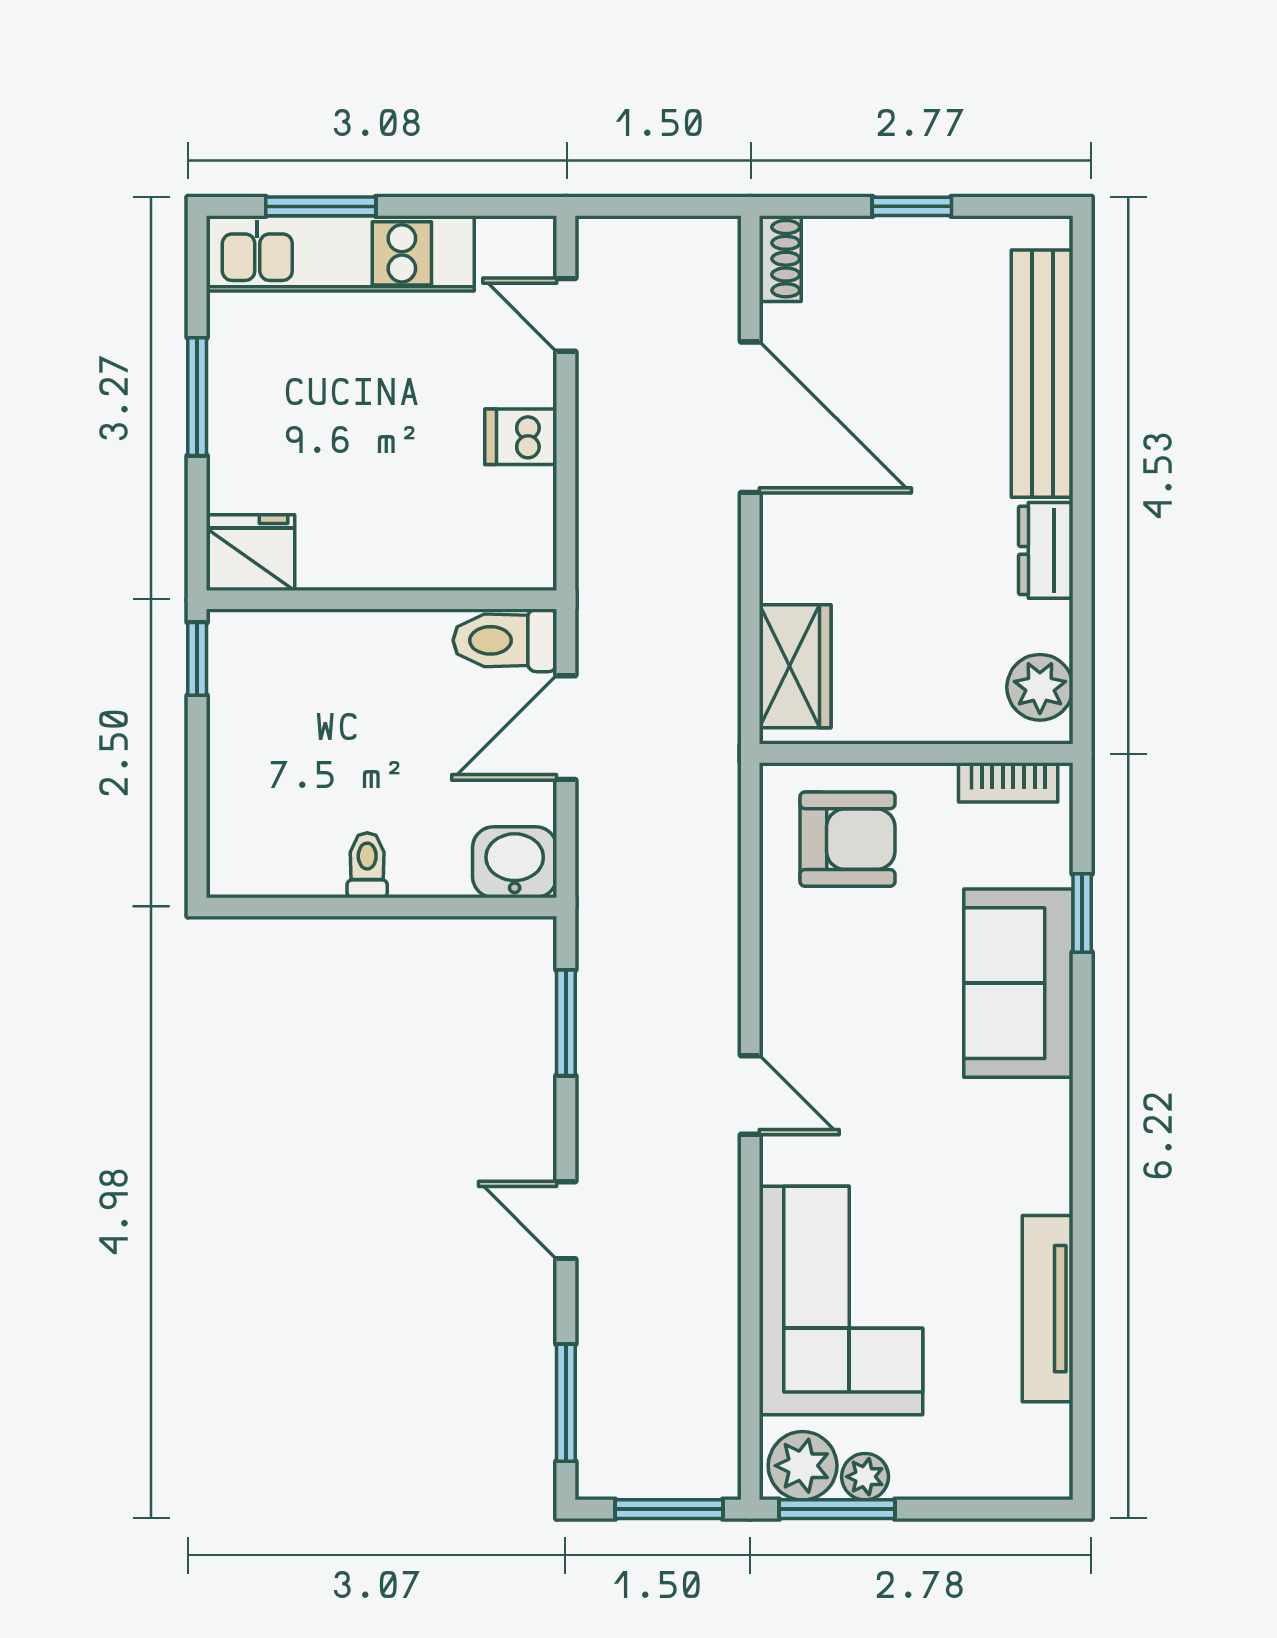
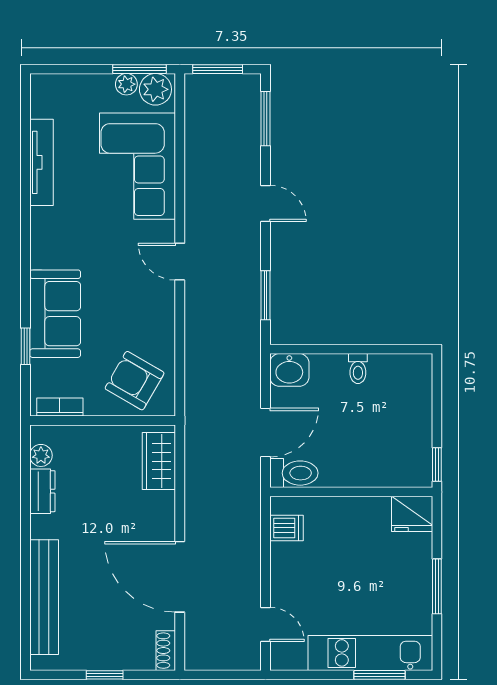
dishwasher: (521, 437) -> (287, 528), moved
dresser: (1046, 550) -> (42, 491), moved
plant: (1040, 687) -> (41, 455), width x0.73, depth x0.73
armchair: (847, 839) -> (135, 381), turned 30

